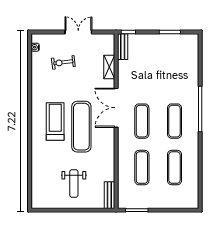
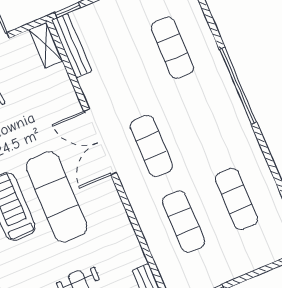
bench: (123, 47) -> (72, 45), width x1.36
shelving: (109, 67) -> (46, 45), moved
exercise mat: (174, 121) -> (172, 48), moved

